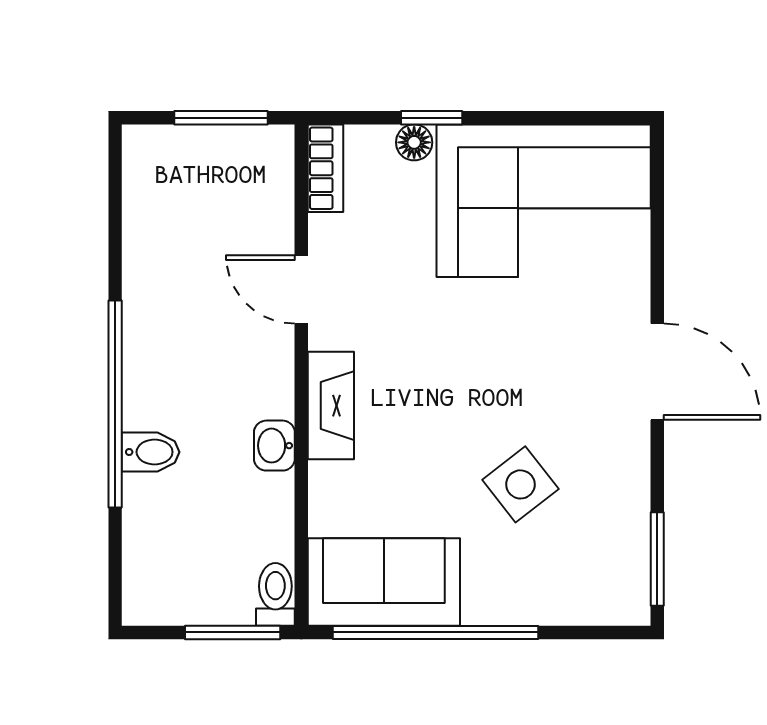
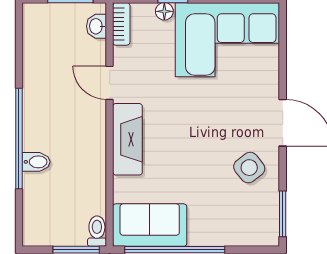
fireplace: (331, 406) -> (127, 139), width x1.37, depth x1.32
washbasin: (274, 446) -> (96, 26), moved
side table: (520, 484) -> (249, 168), moved

